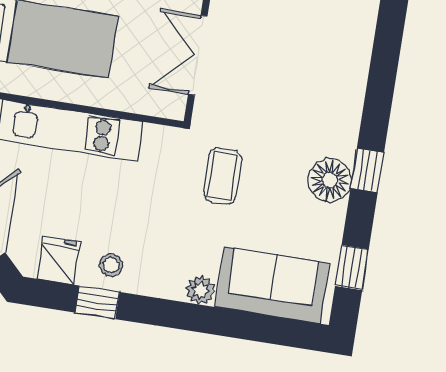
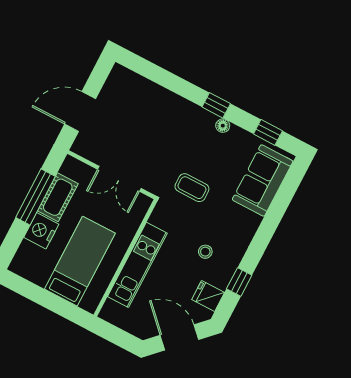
floor lamp: (330, 180) -> (223, 126), width x0.53, depth x0.53
stool: (111, 265) -> (205, 252), moved
plant: (200, 290) -> (252, 222), removed

